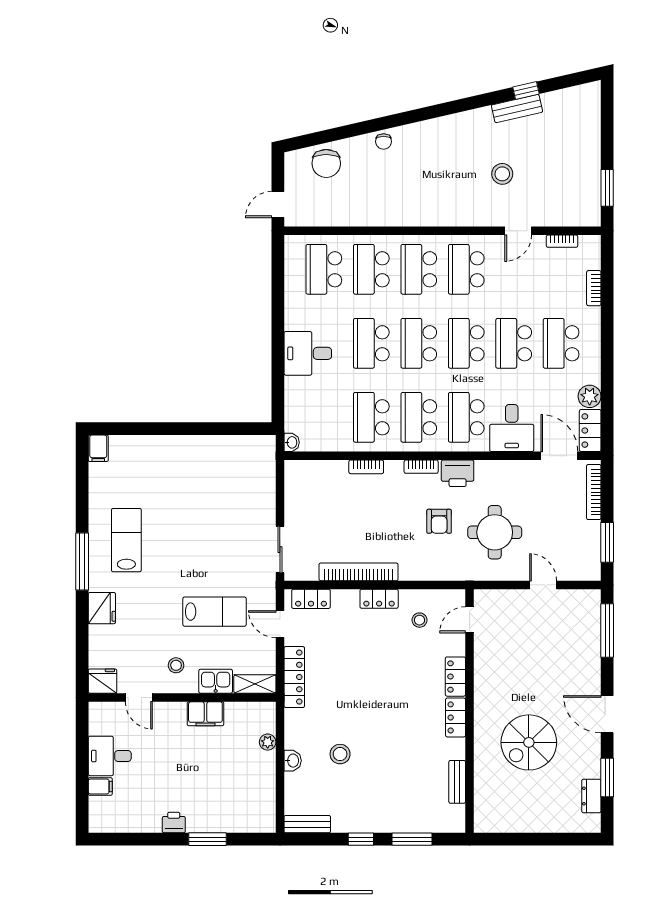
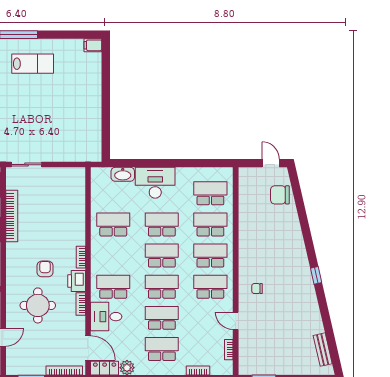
window: (526, 91) -> (316, 275), moved
bench: (517, 109) -> (323, 350), moved
chair: (384, 141) -> (257, 289), moved
stool: (502, 174) -> (273, 310), removed
door: (278, 205) -> (271, 163), moved
desk: (308, 353) -> (155, 183), width x1.37
school desk: (419, 417) -> (113, 256), removed
washbasin: (292, 442) -> (123, 174), moved, width x1.91, depth x1.45
door: (559, 456) -> (88, 348), hinge flipped
bookcase: (366, 467) -> (81, 304), moved
armchair: (439, 521) -> (45, 269), turned 90

